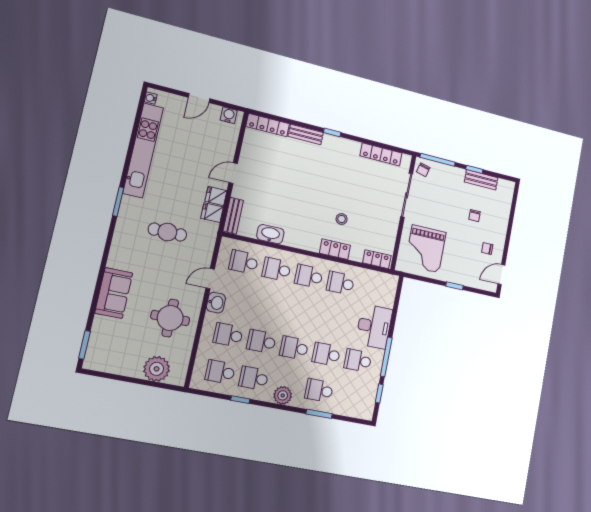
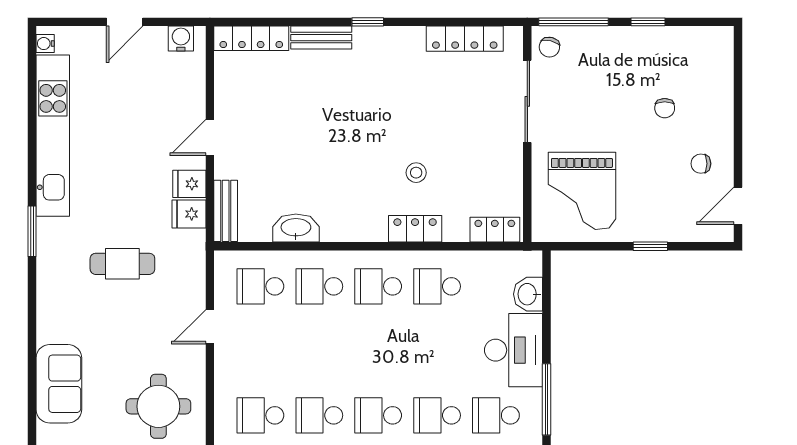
bench: (481, 180) -> (665, 38), removed
washbasin: (216, 303) -> (528, 294), moved, turned 180

